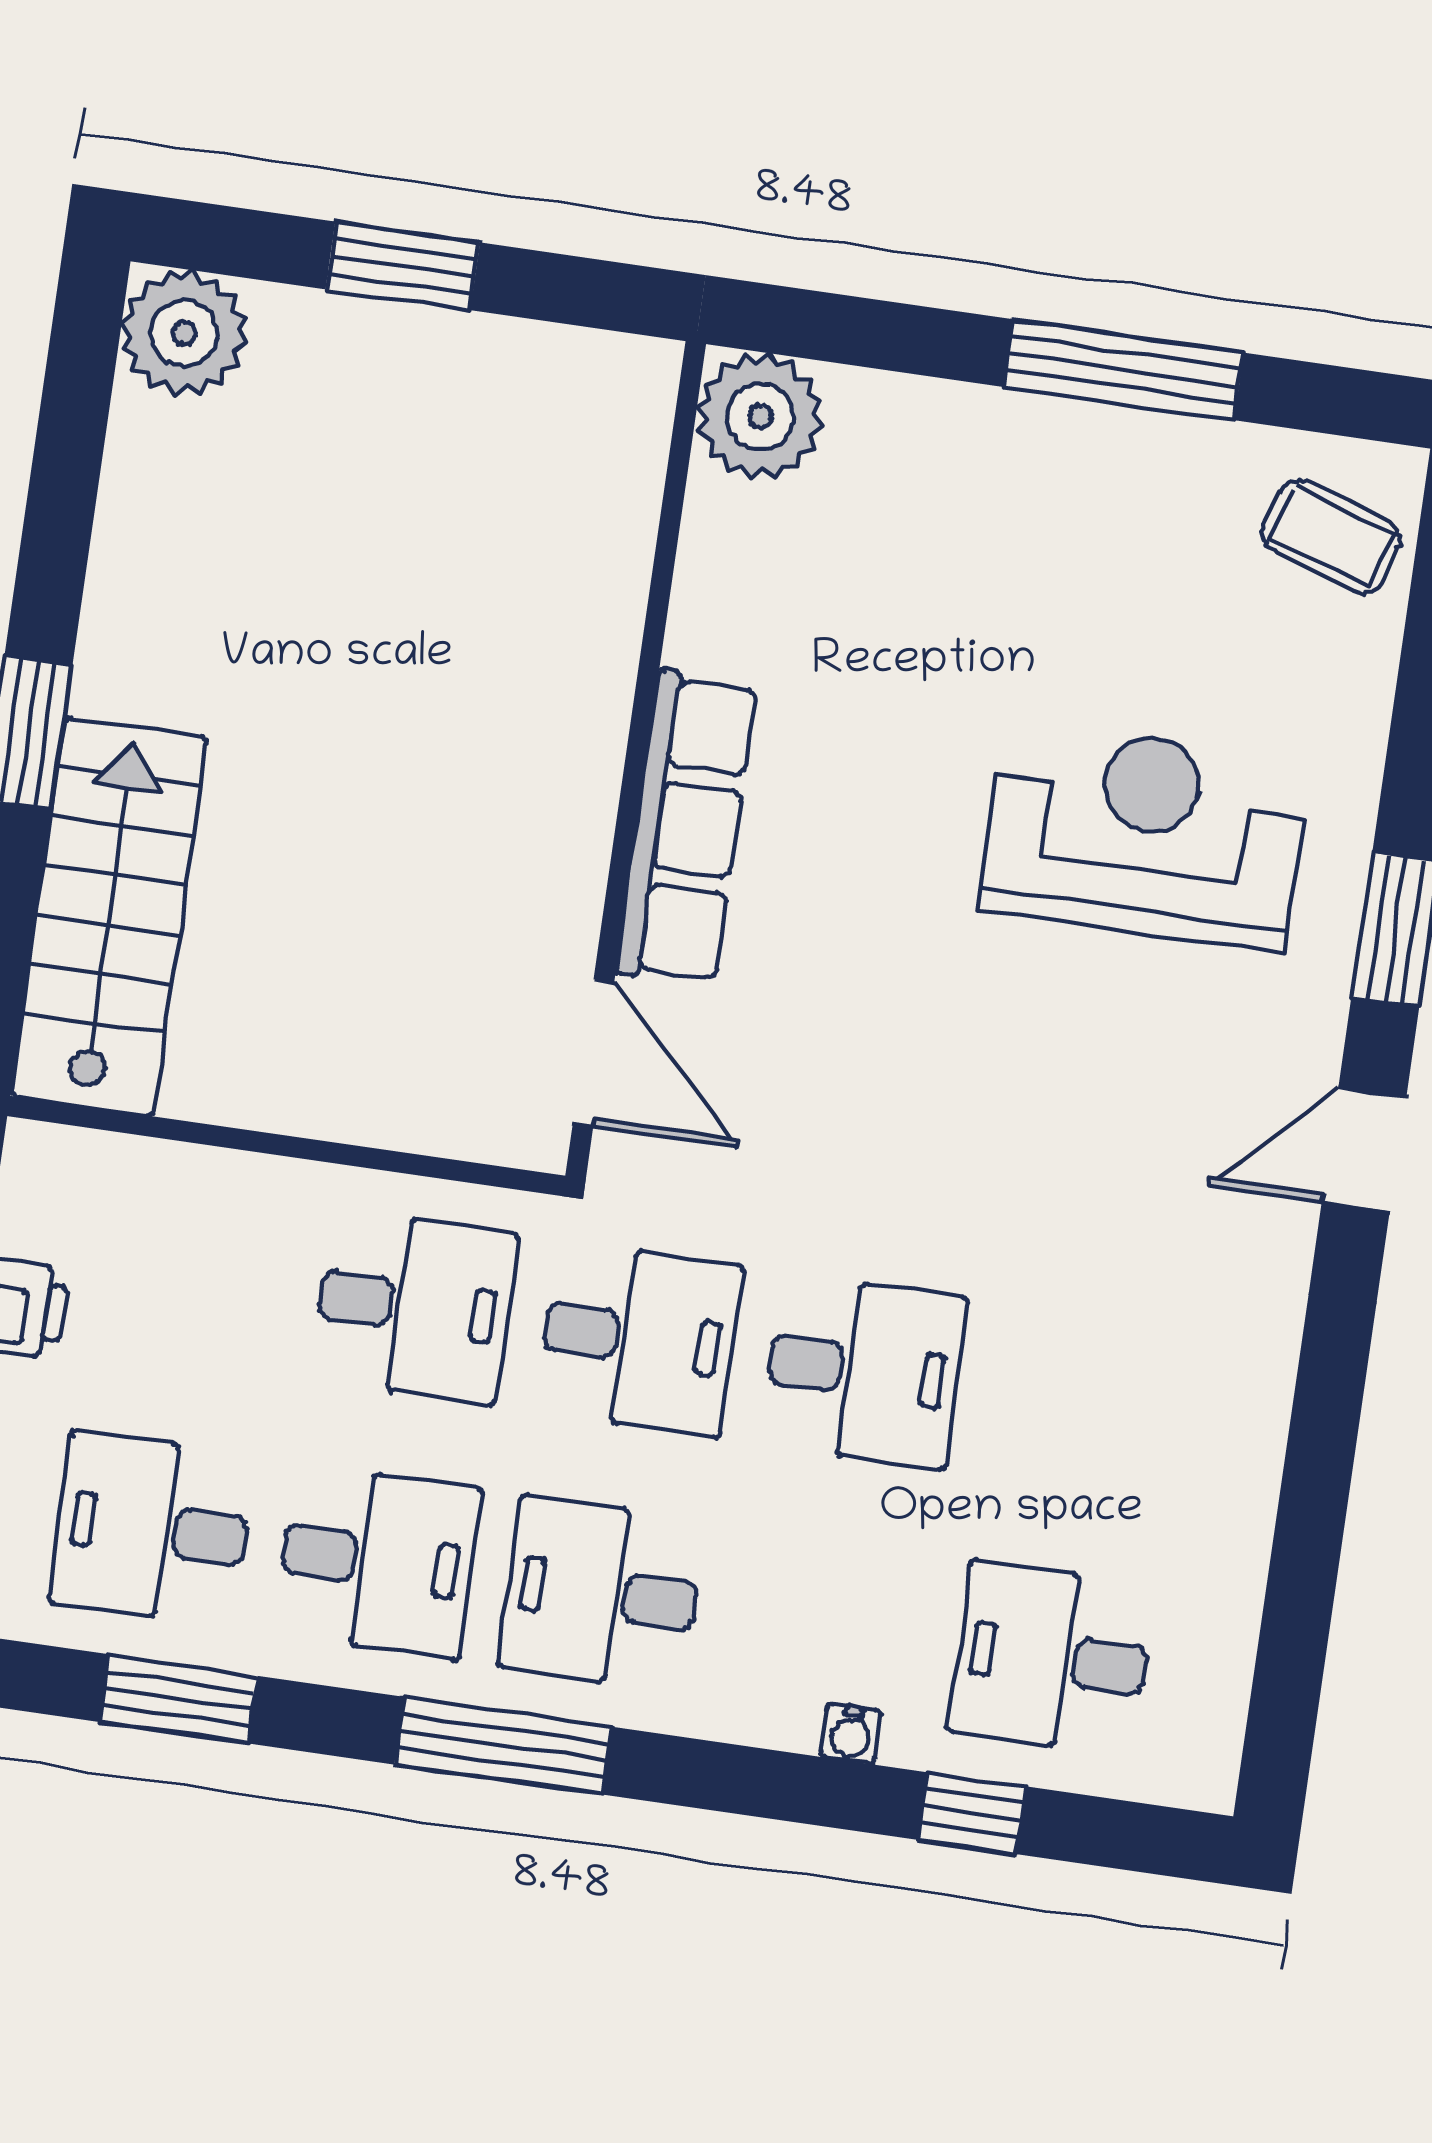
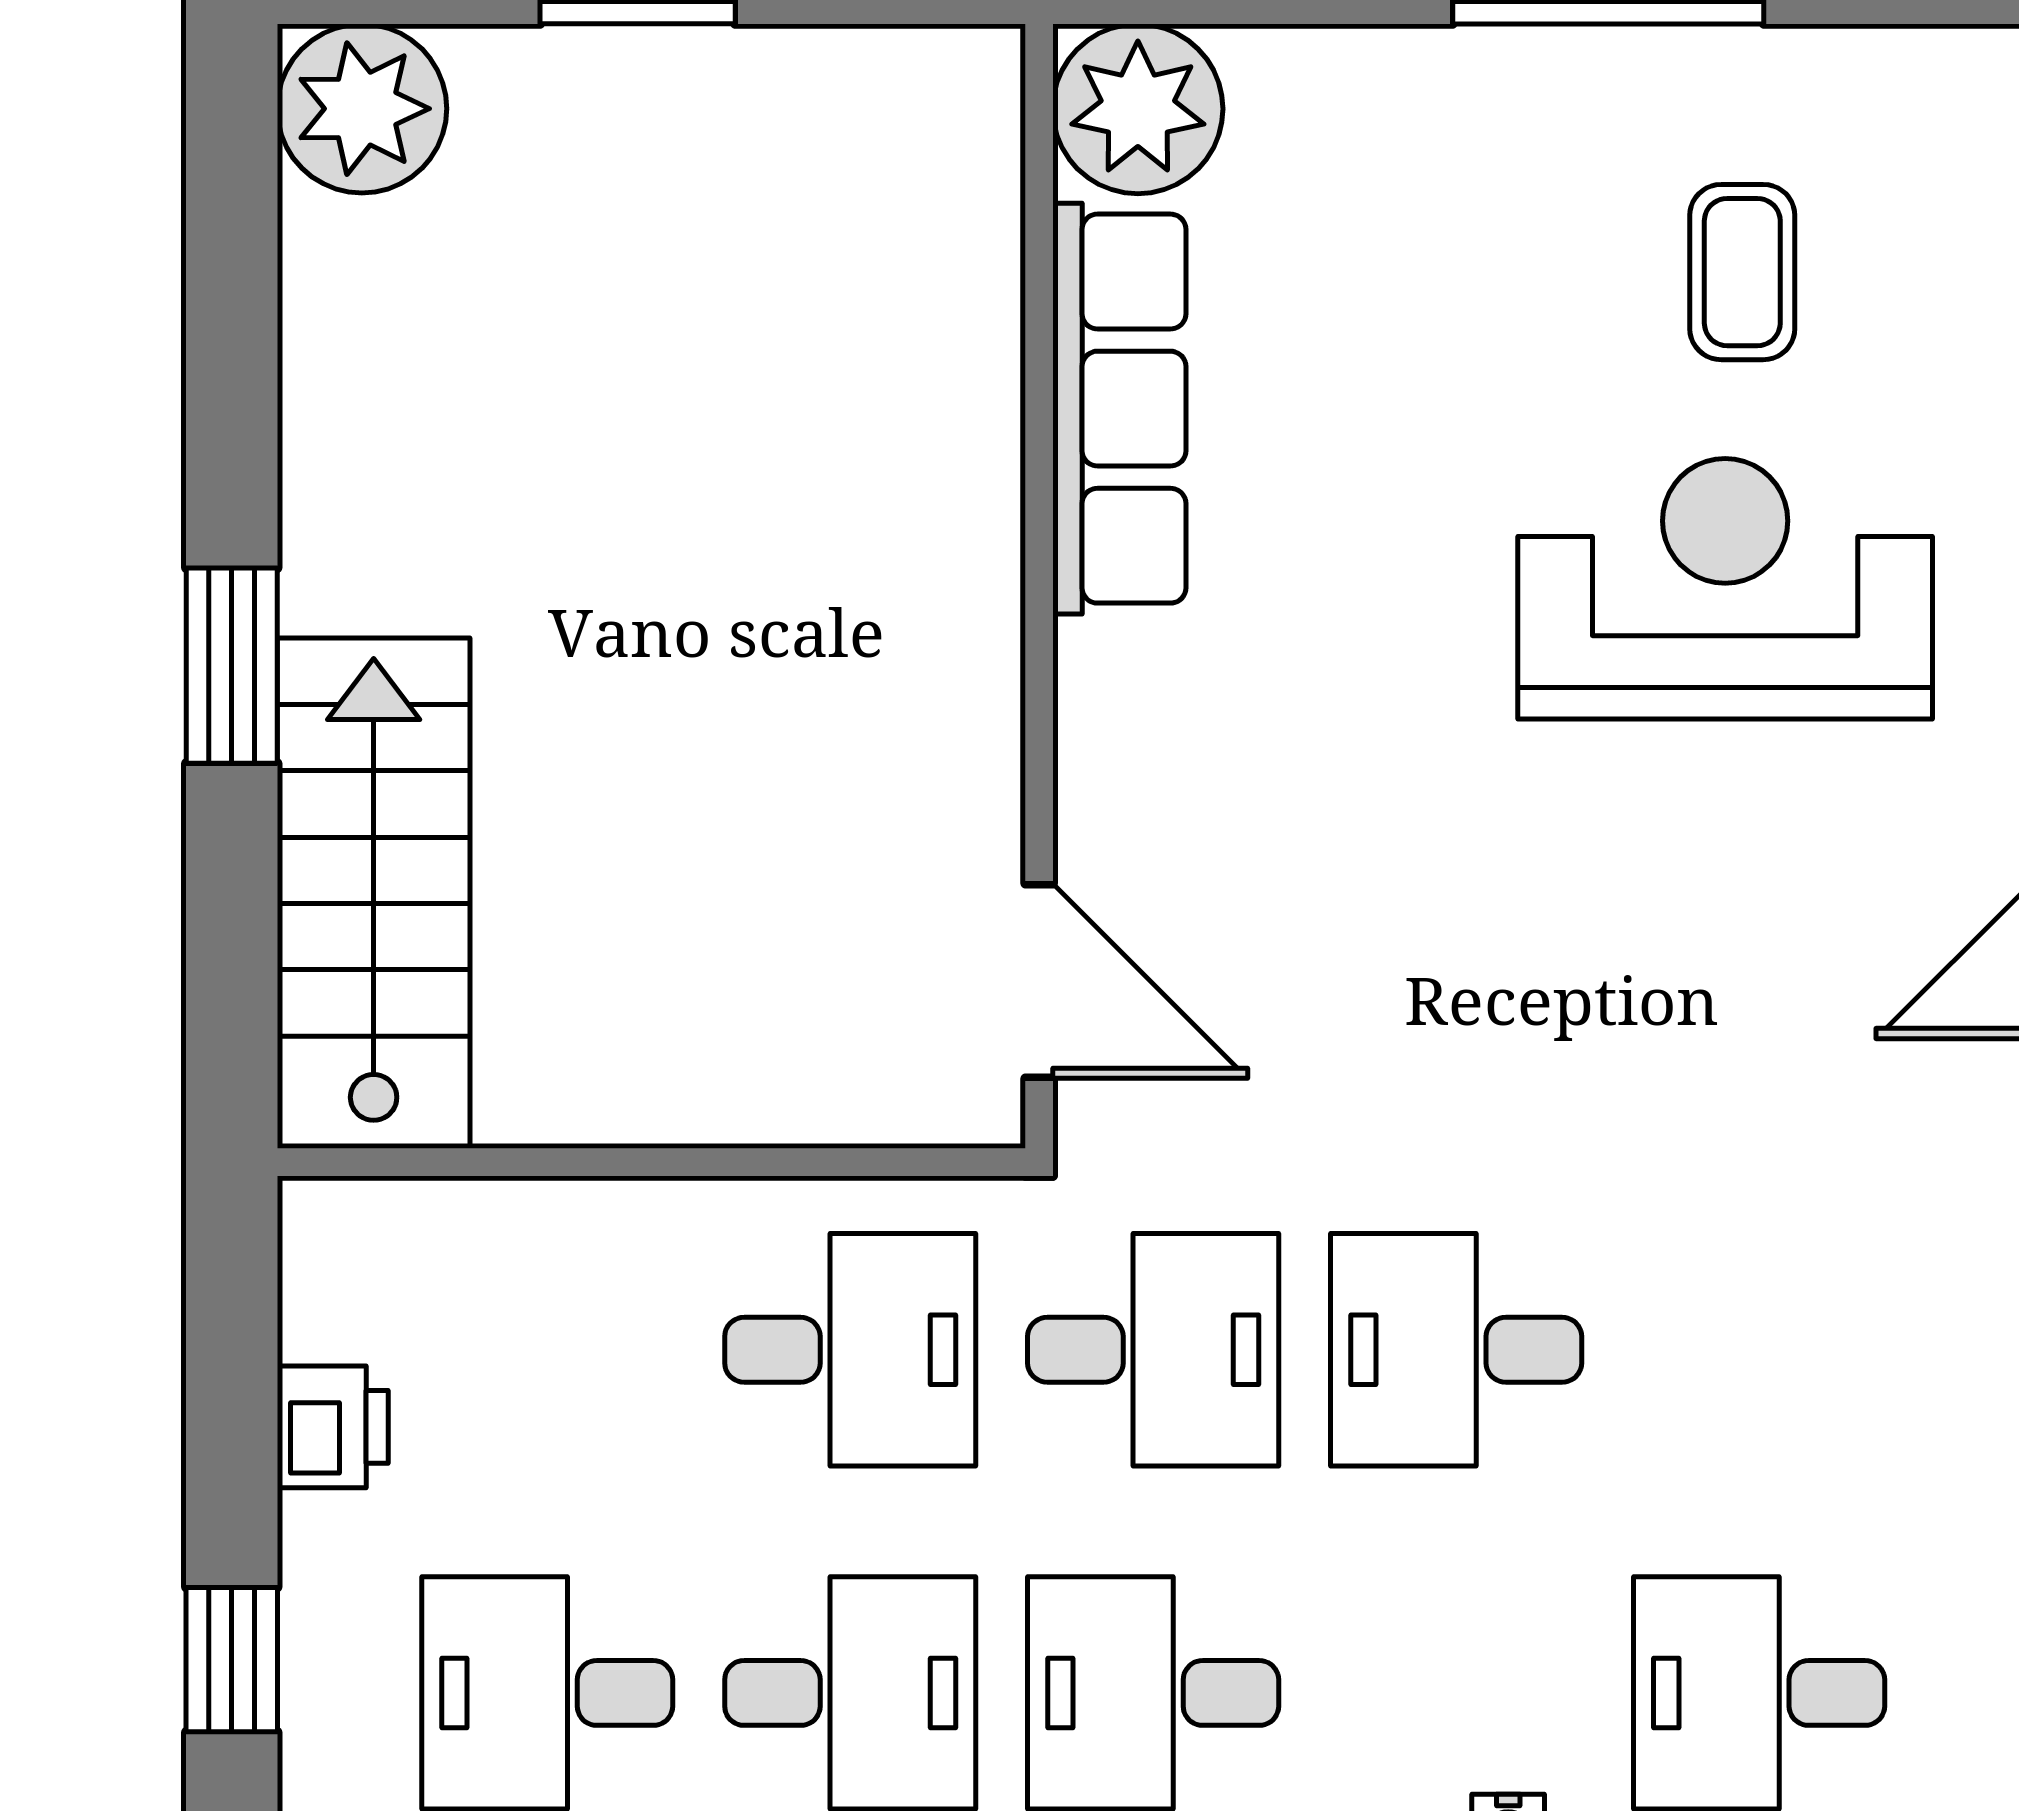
coffee table: (1331, 537) -> (1742, 272), moved, turned 72
row of seats: (687, 828) -> (1119, 409), moved
desk: (864, 1371) -> (1456, 1350), turned 180

